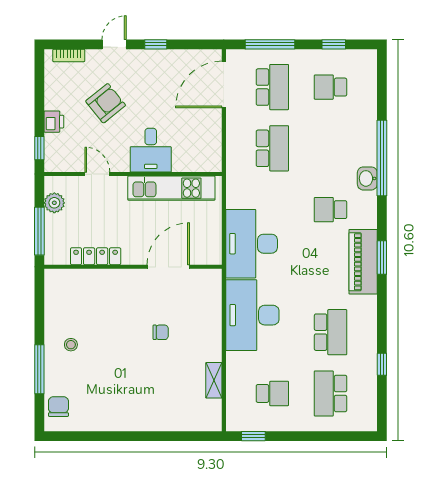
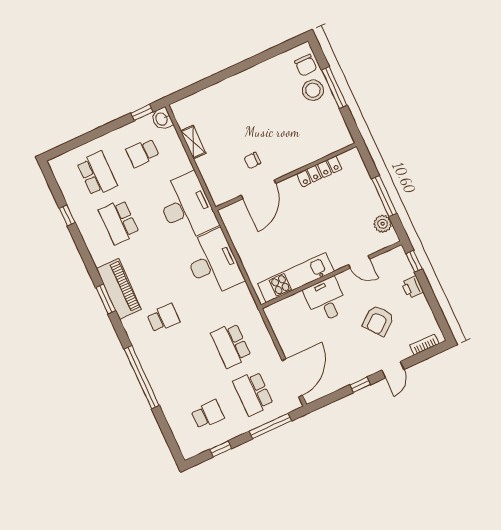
washbasin: (367, 178) -> (162, 119), moved, turned 180
locker: (96, 256) -> (319, 171), moved
wall: (133, 267) -> (286, 177), moved
door: (168, 267) -> (258, 189), moved
stool: (71, 345) -> (313, 90), moved, width x1.89, depth x1.89

